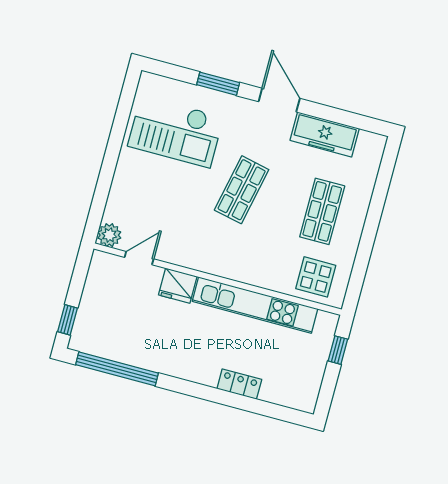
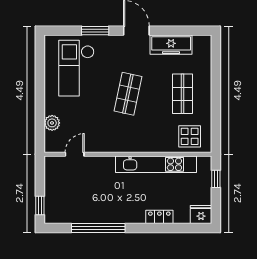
checkout: (176, 131) -> (76, 68), turned 90
plant: (109, 235) -> (52, 123), moved
fridge: (178, 286) -> (201, 215), moved, turned 180
window: (117, 369) -> (98, 228), moved

